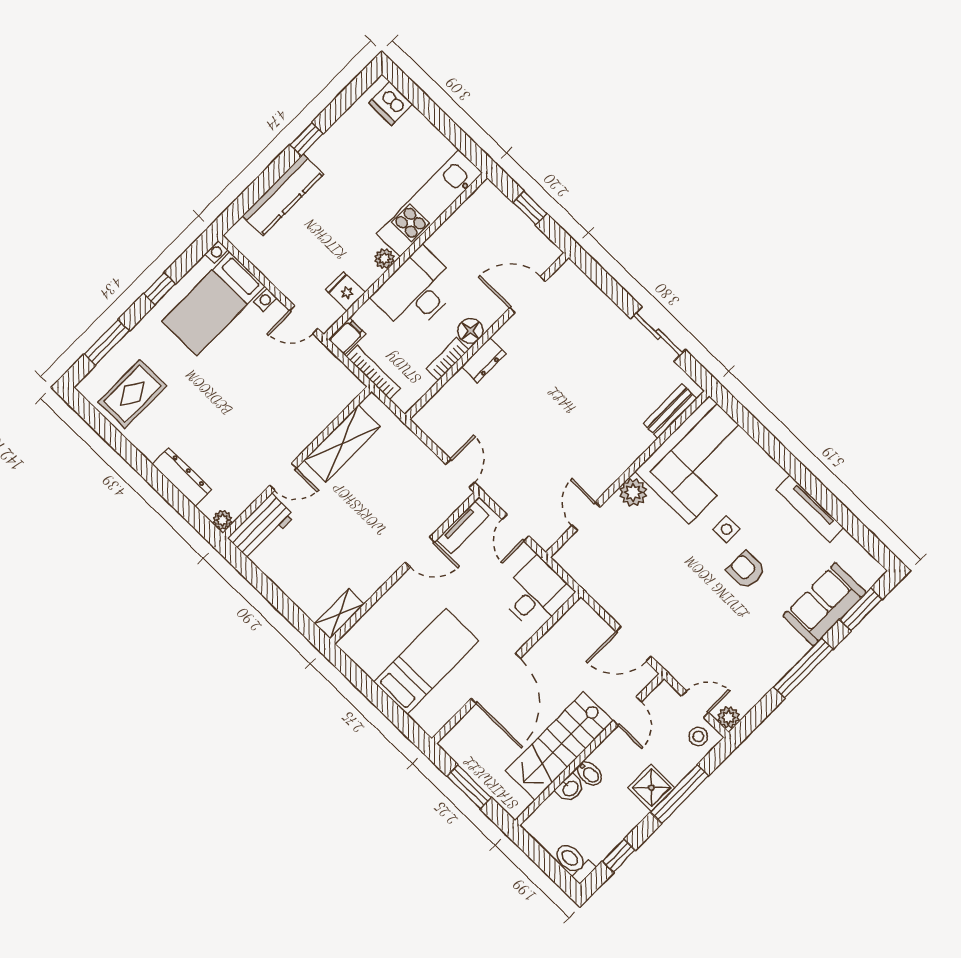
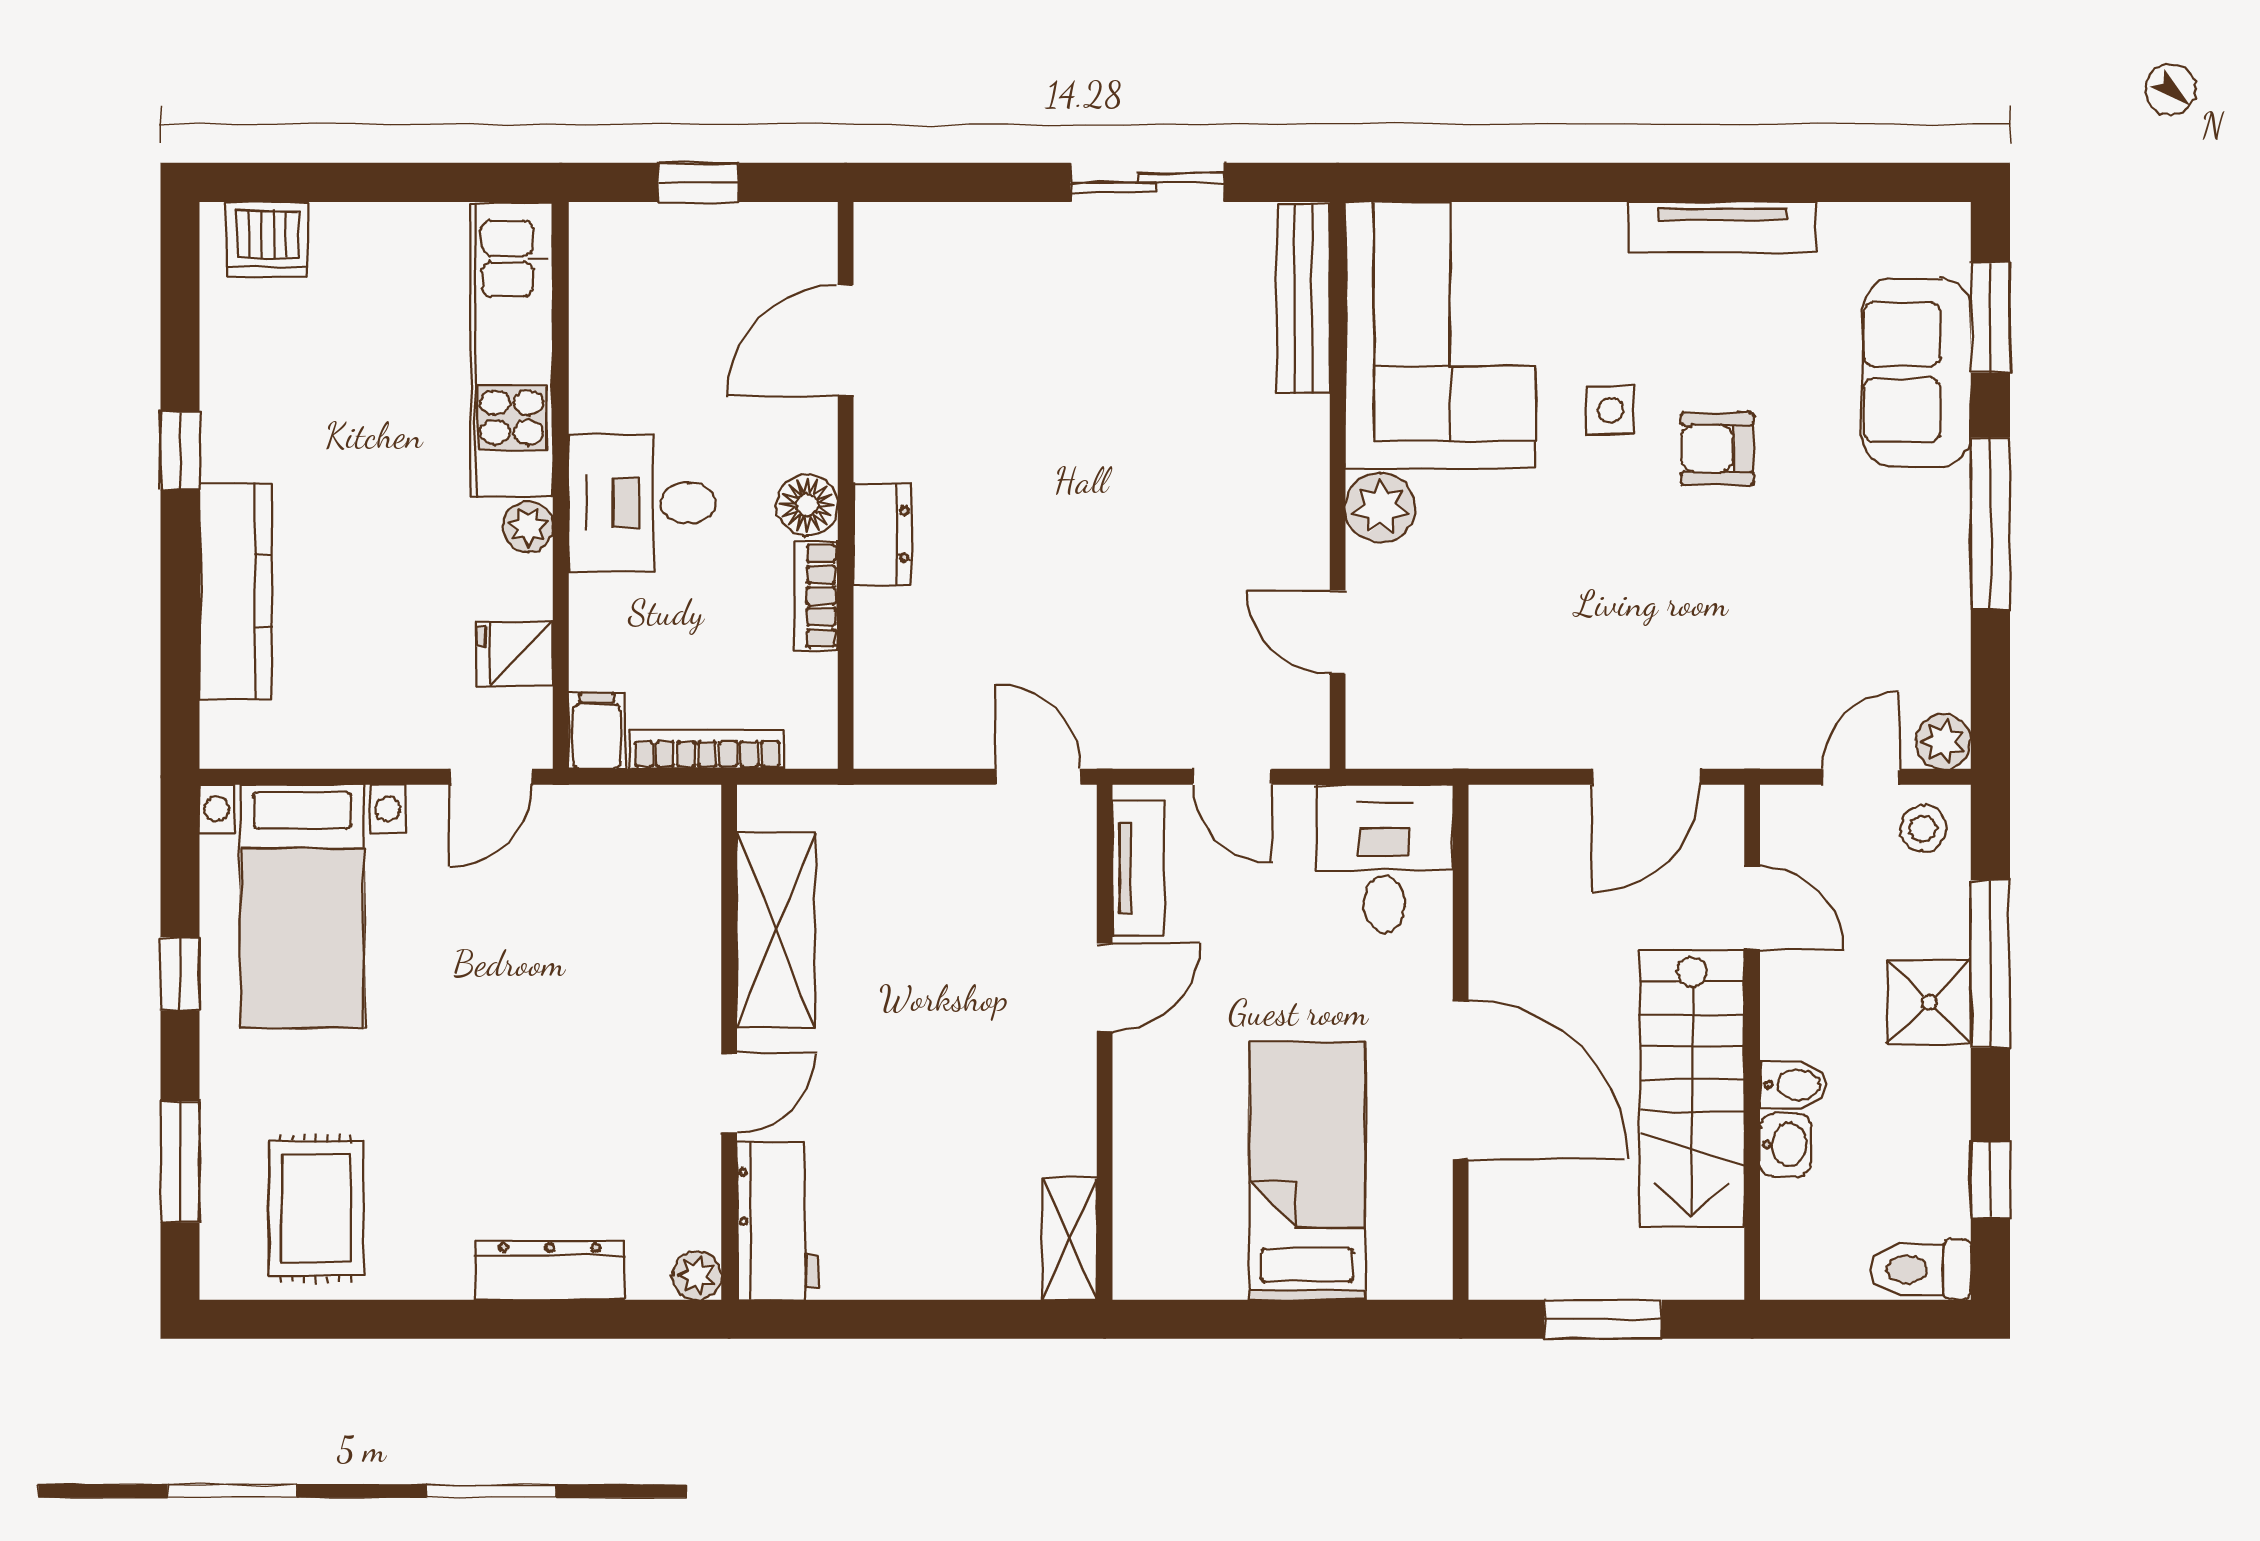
desk: (417, 291) -> (642, 503), width x0.73
bench: (670, 411) -> (1303, 298), width x1.36

